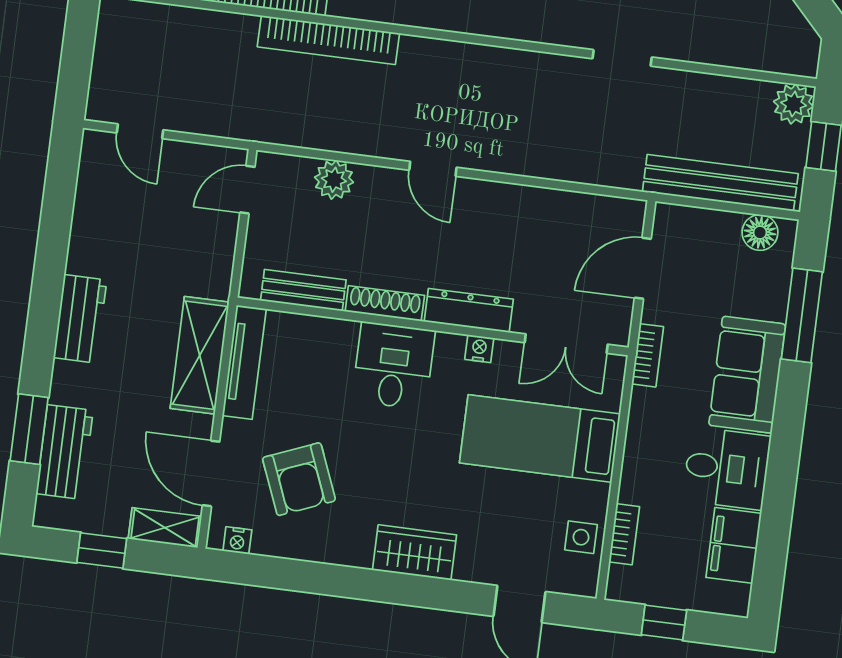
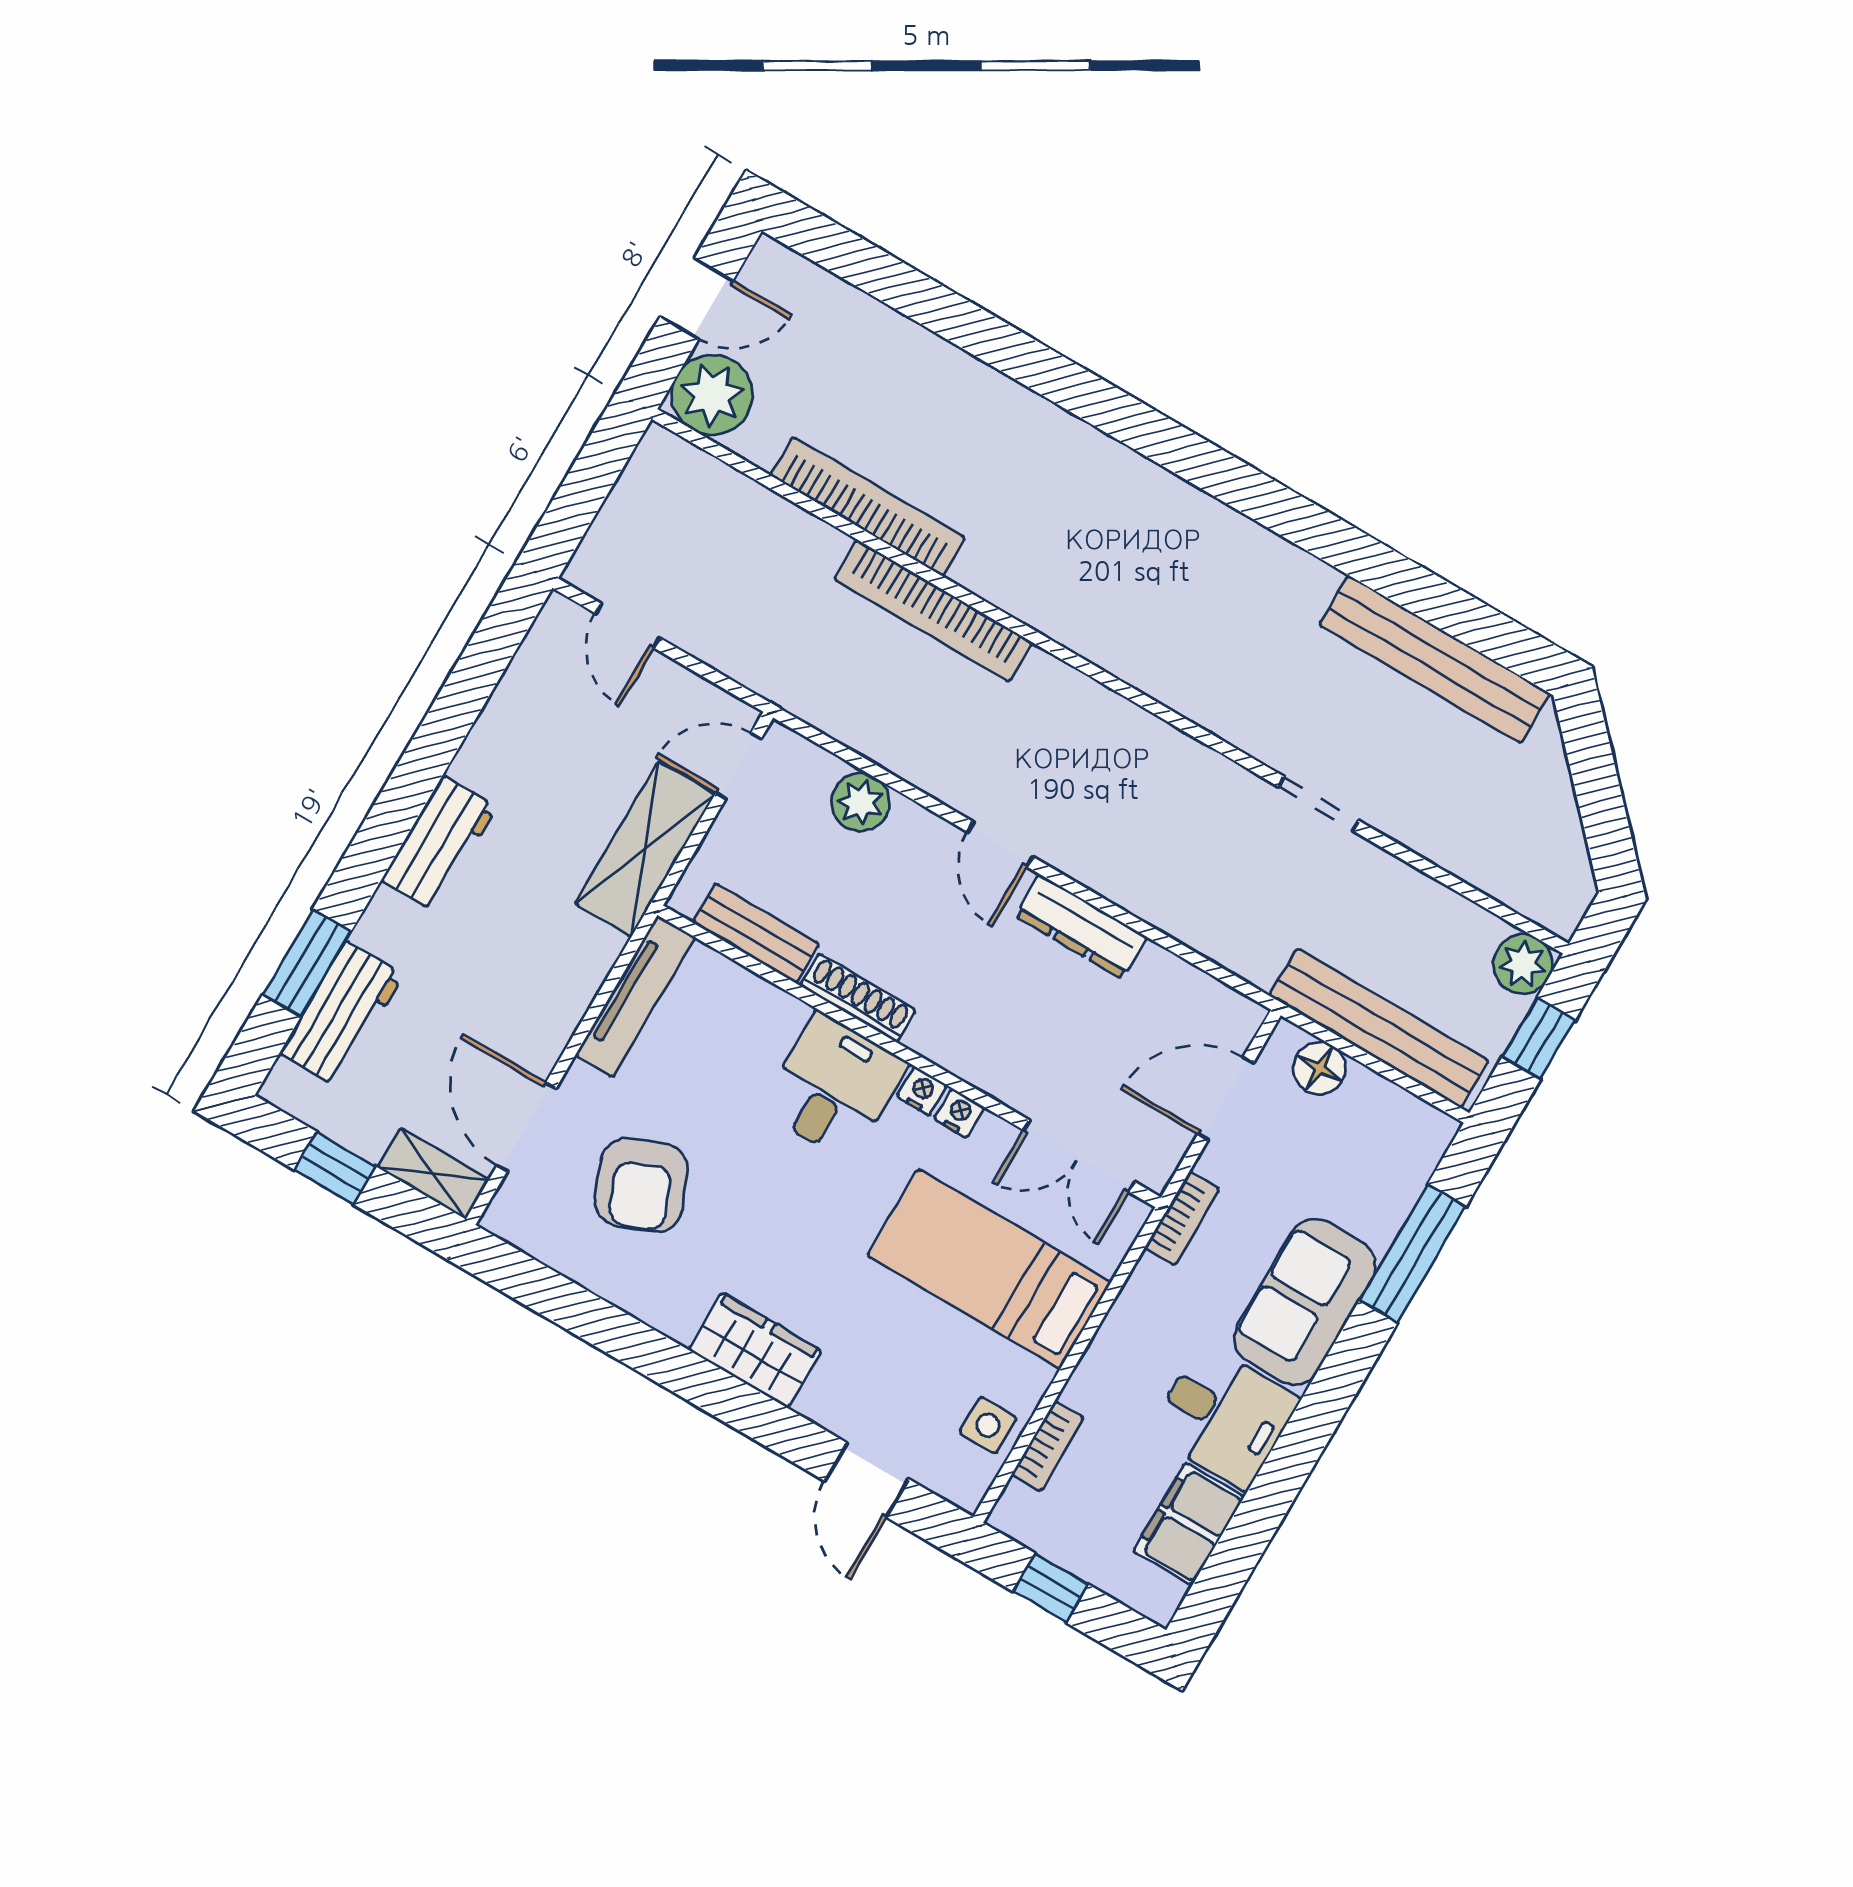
floor lamp: (760, 232) -> (1319, 1068), moved
dresser: (469, 310) -> (1081, 926), moved, turned 180
shelving: (200, 355) -> (645, 849), moved
nightstand: (237, 540) -> (922, 1091), moved, turned 180

